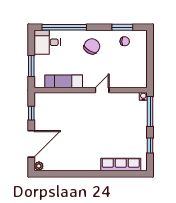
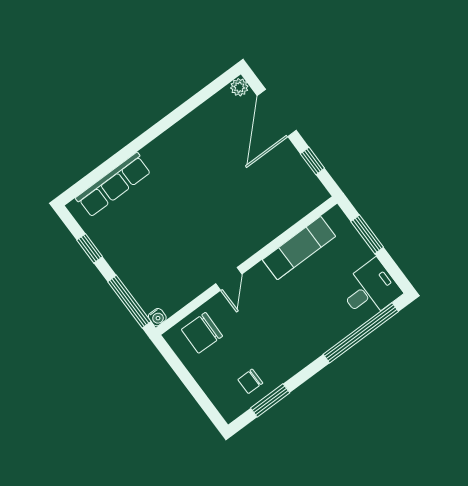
chair: (92, 46) -> (202, 333), moved, turned 60

